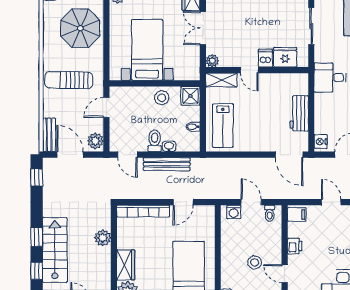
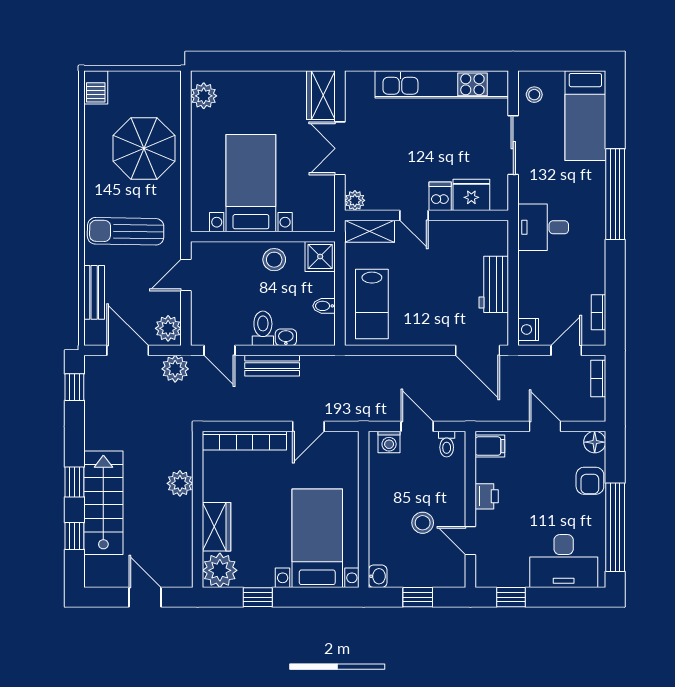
bench: (49, 135) -> (94, 292), moved
bench: (167, 164) -> (272, 366), width x0.73
plant: (100, 166) -> (175, 369), added

